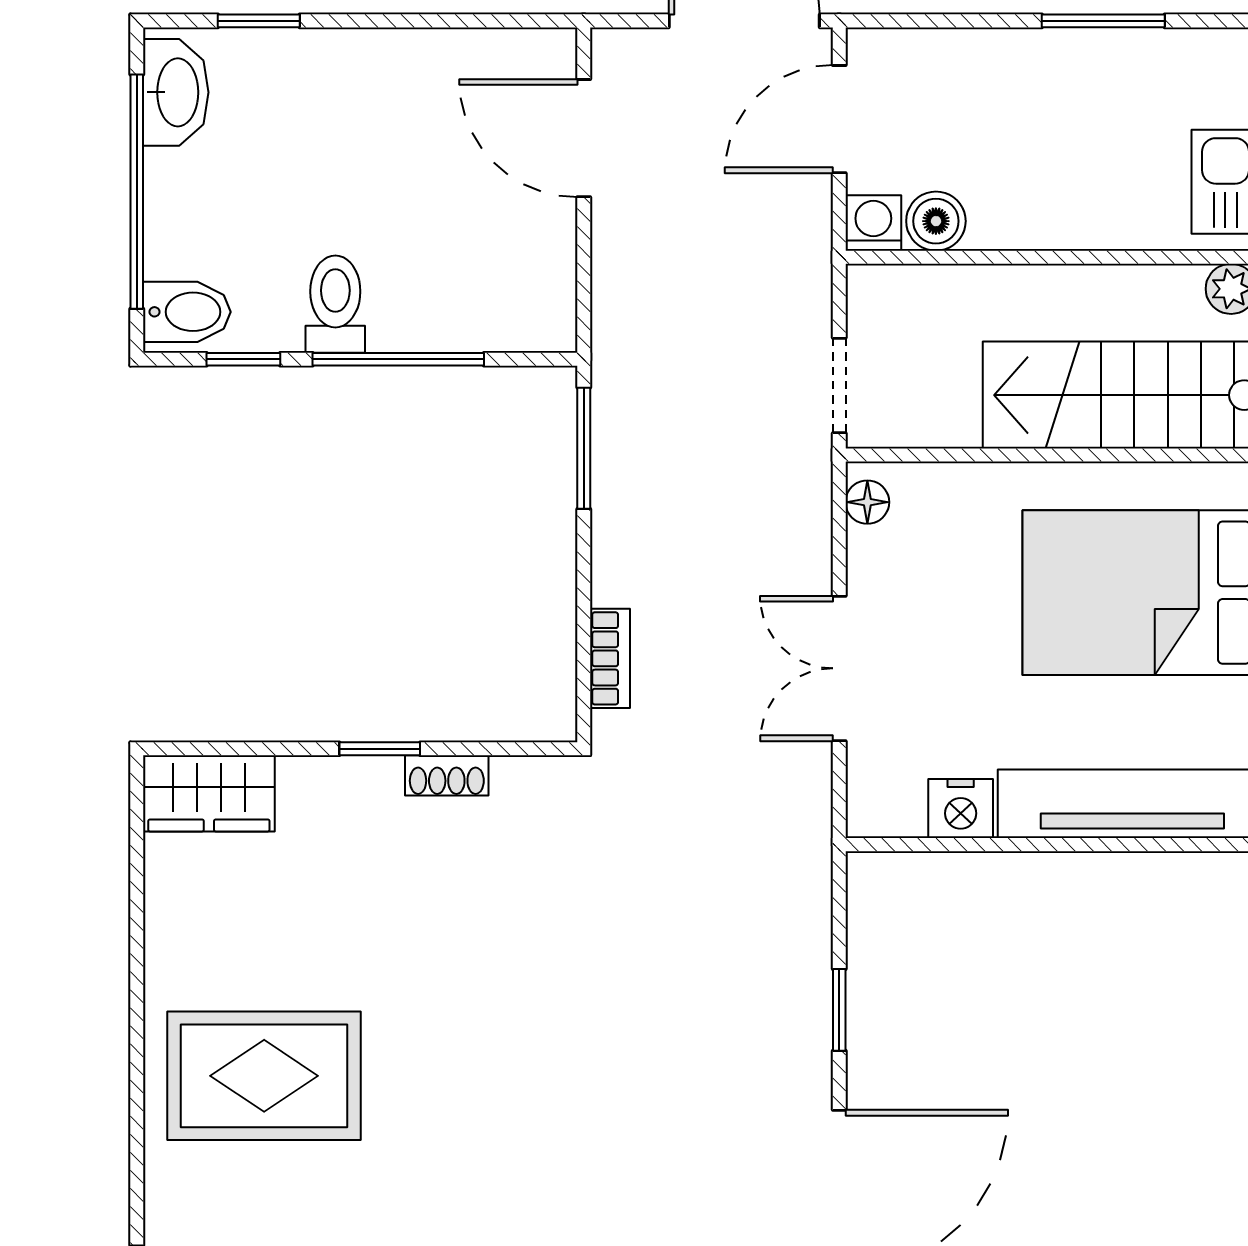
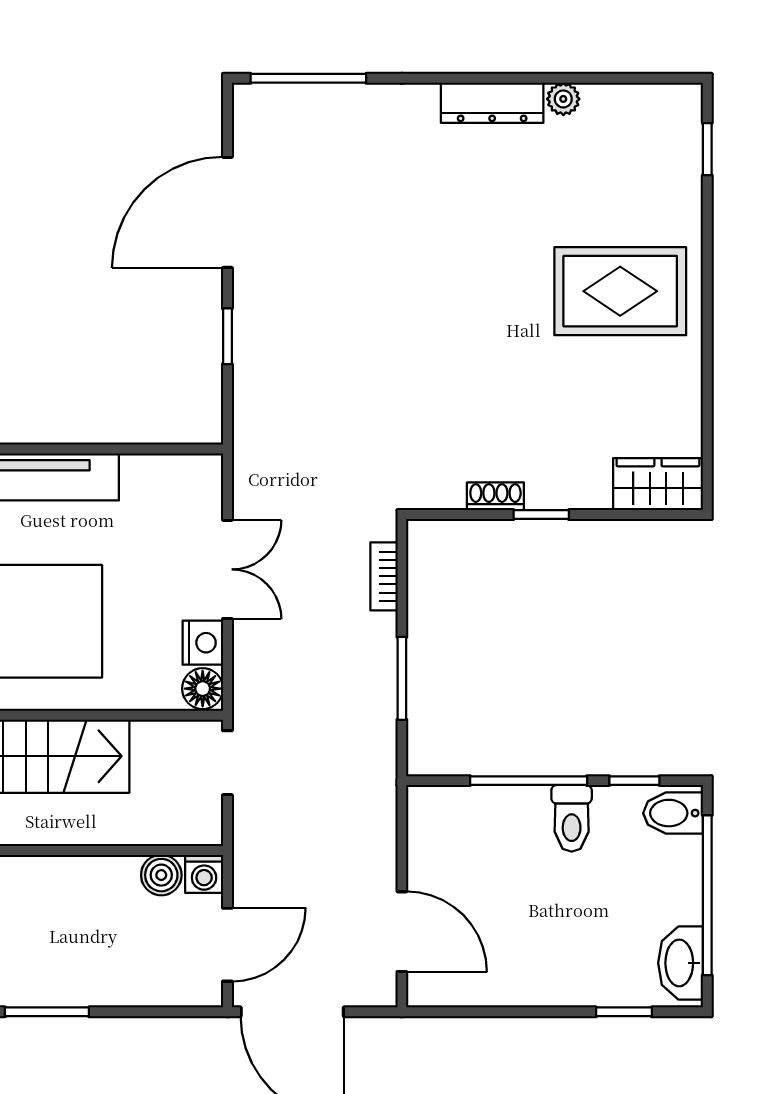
window: (584, 448) -> (402, 678), moved
floor lamp: (867, 502) -> (203, 689), width x1.37, depth x1.37
nightstand: (961, 809) -> (203, 643), moved, turned 90

